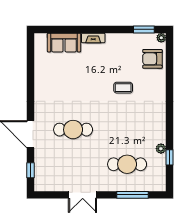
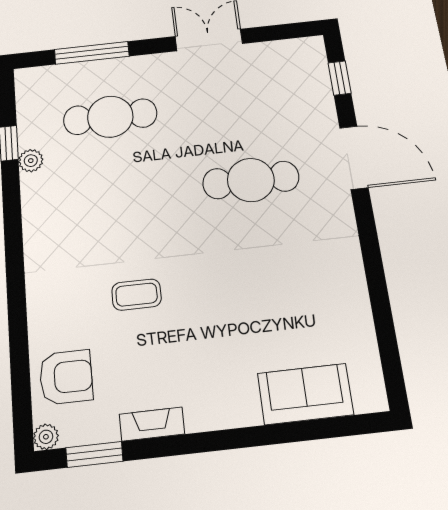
fireplace: (93, 38) -> (152, 424), moved

